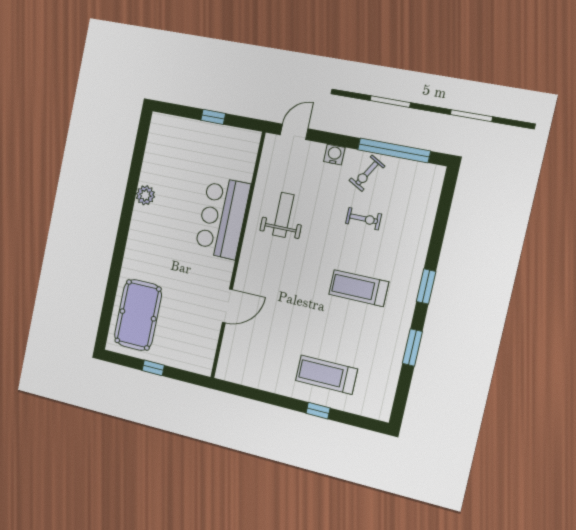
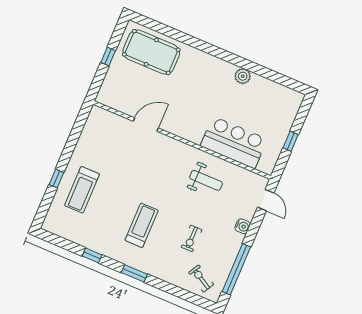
exercise bike: (367, 173) -> (201, 278), moved
bar counter: (222, 218) -> (234, 142), moved
door: (227, 306) -> (146, 125), swing flipped
window: (412, 347) -> (92, 255), width x0.67
treadmill: (326, 375) -> (82, 190), turned 180

